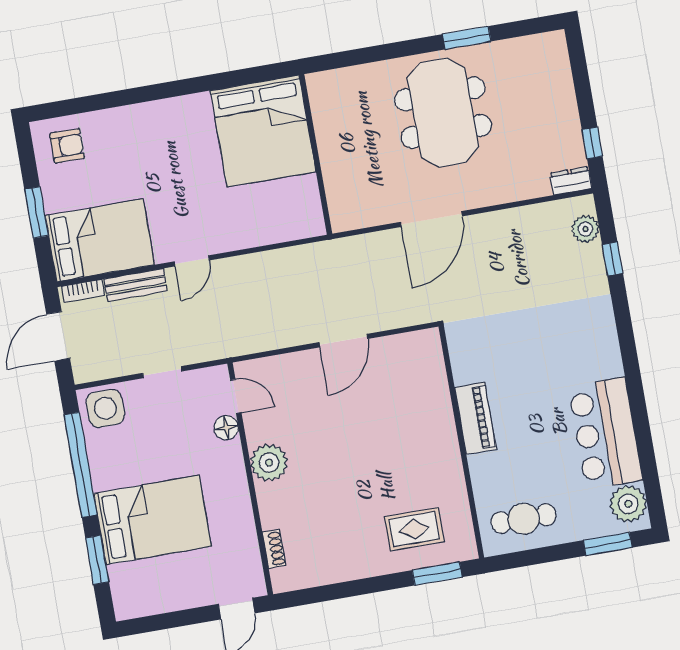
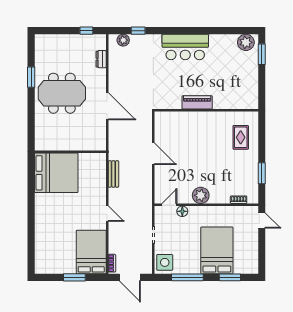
armchair: (67, 146) -> (48, 259), removed
dresser: (571, 181) -> (101, 59), moved
bench: (135, 285) -> (113, 174), moved
bar counter: (605, 433) -> (185, 47), moved
window: (81, 465) -> (187, 277), width x0.68
cafe table: (524, 519) -> (244, 89), removed
window: (437, 574) -> (262, 173), moved

